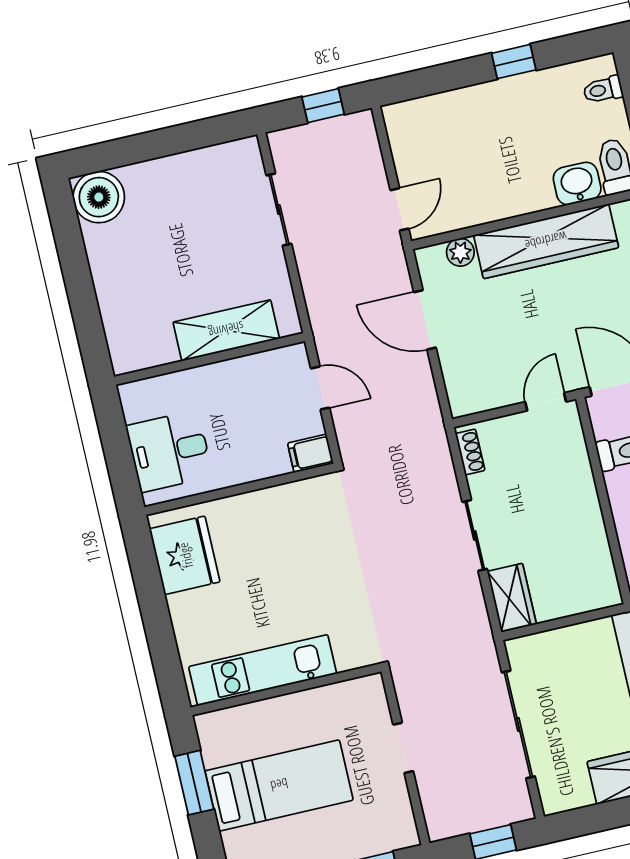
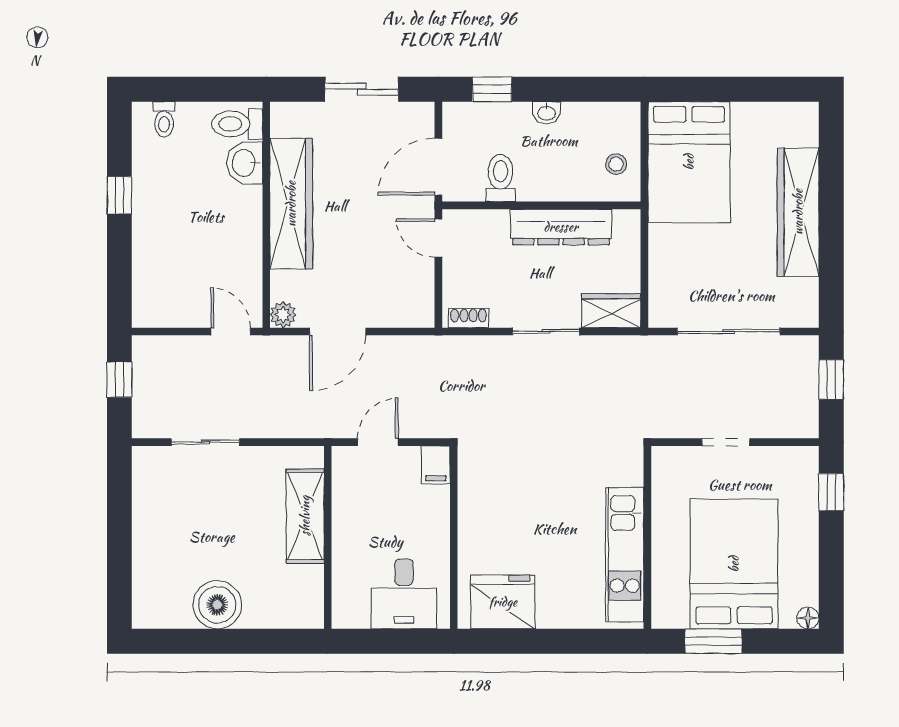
boiler: (99, 197) -> (217, 605), moved
plant: (460, 252) -> (283, 315), moved
dresser: (586, 526) -> (561, 227), added
bed: (279, 785) -> (734, 564), width x1.50

